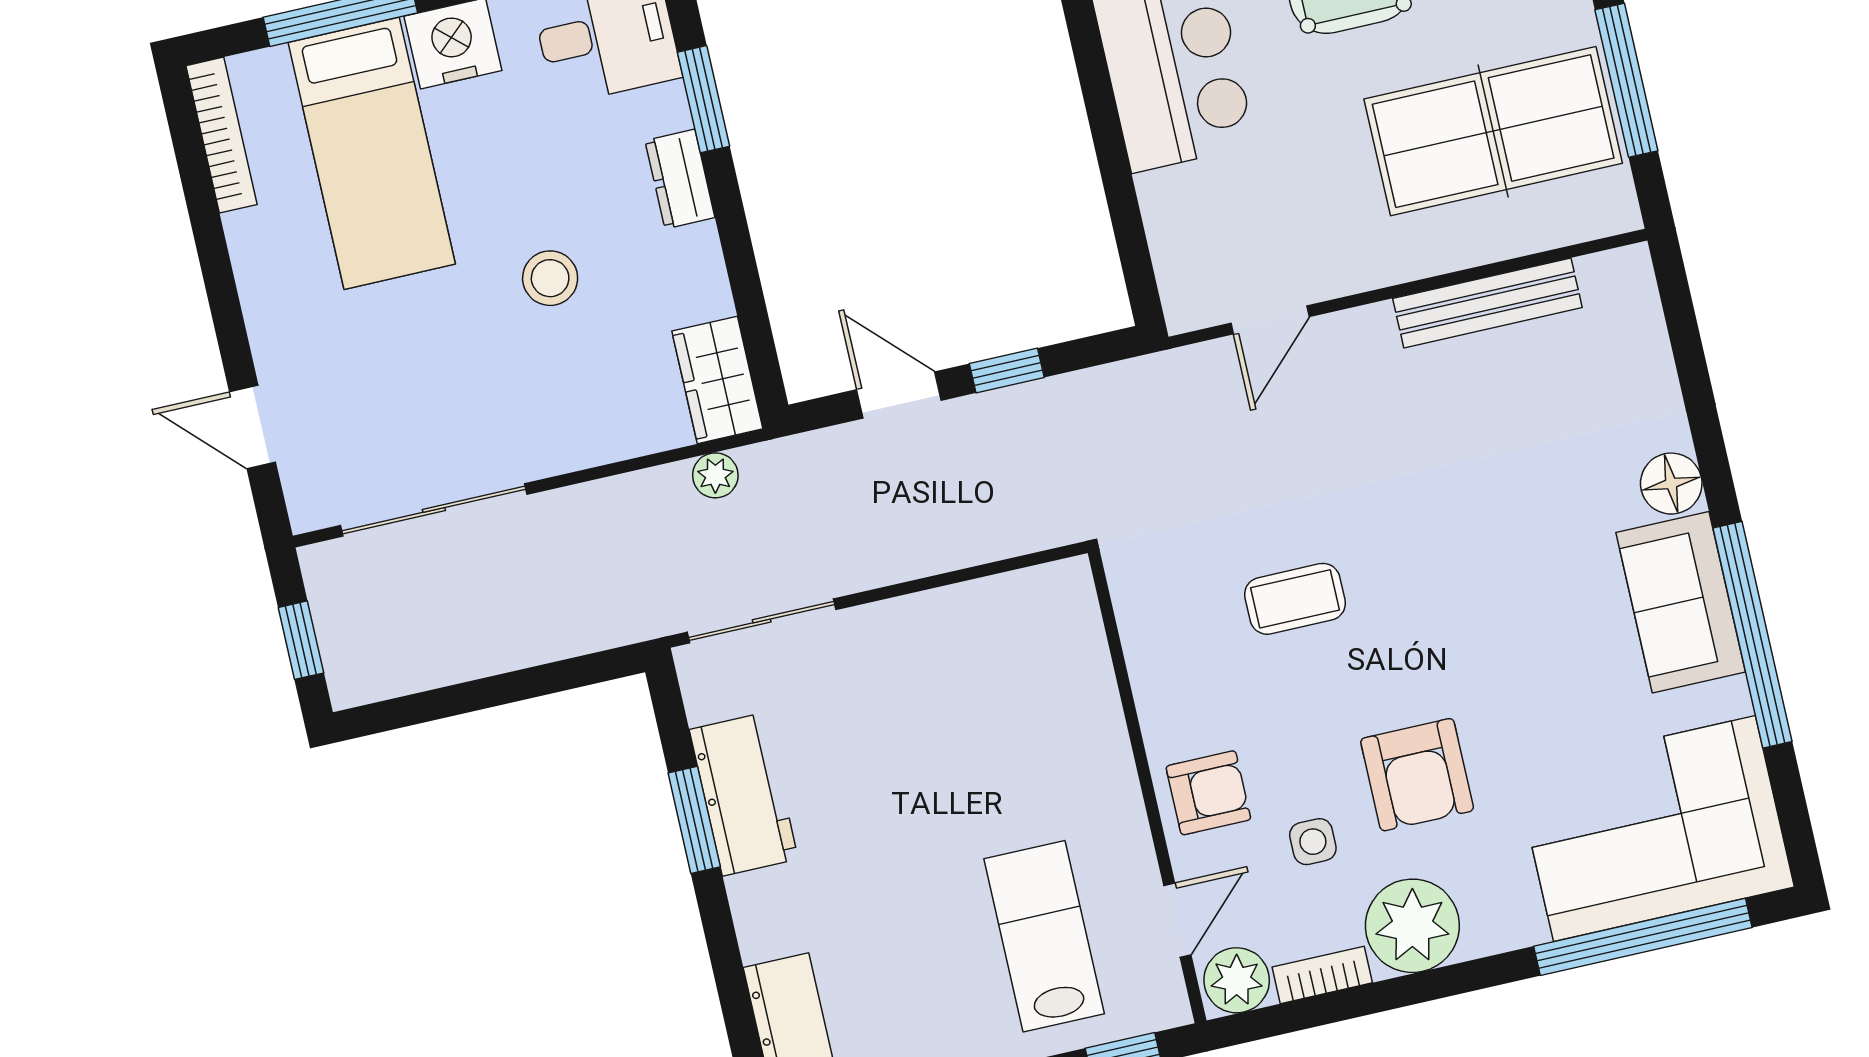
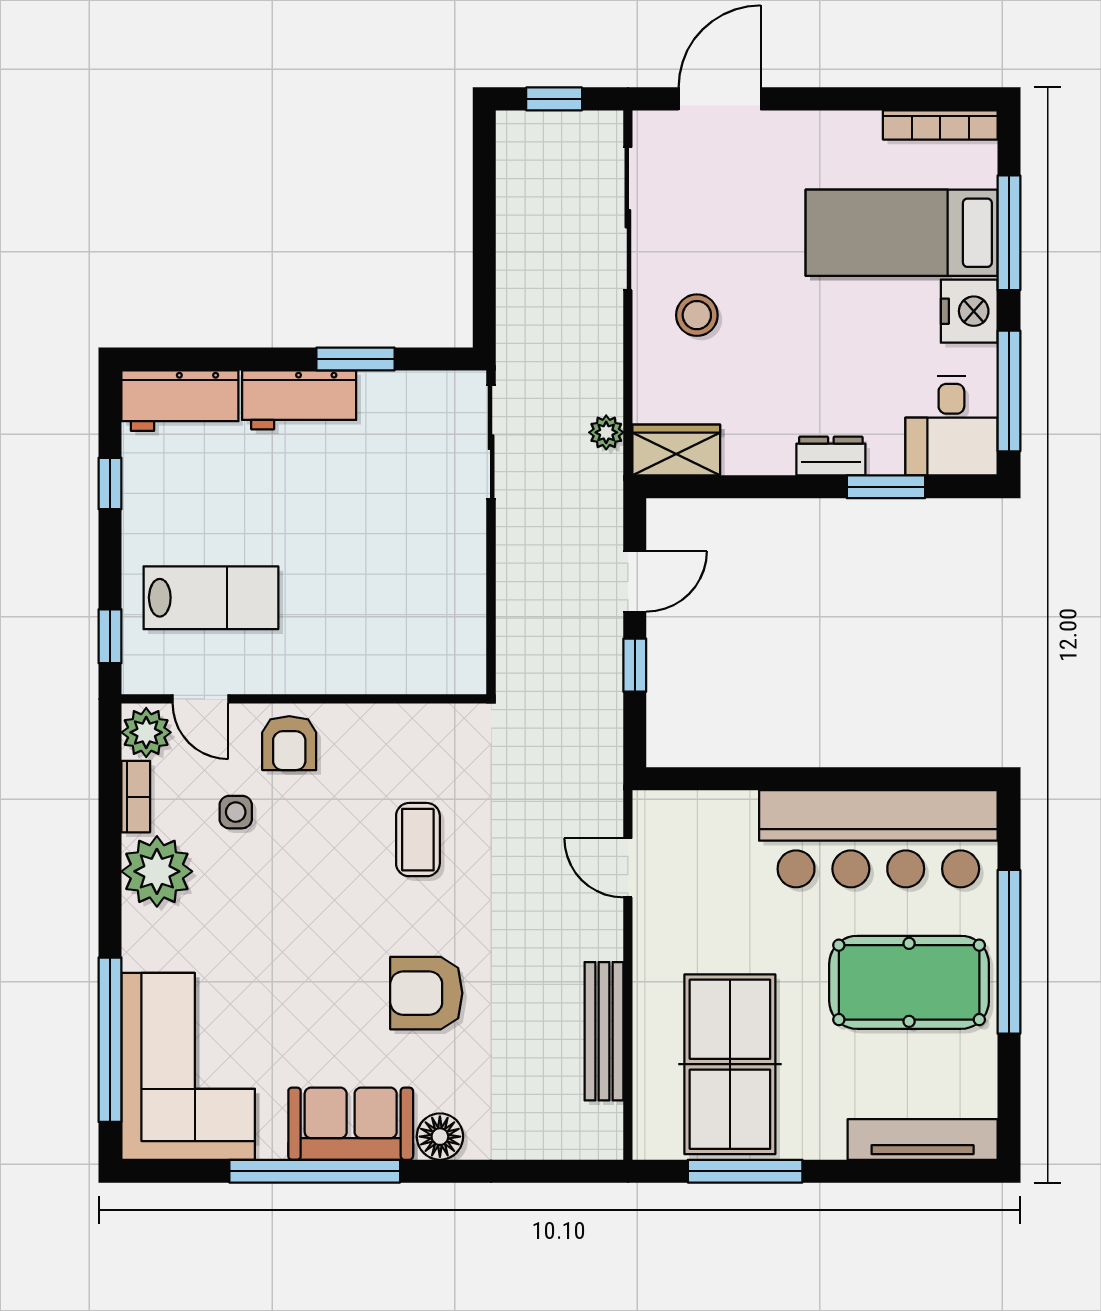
stool: (550, 278) -> (697, 315), moved
door: (253, 427) -> (720, 99), width x1.37
armchair: (1417, 775) -> (426, 993), moved
workbench: (744, 794) -> (299, 400), moved

